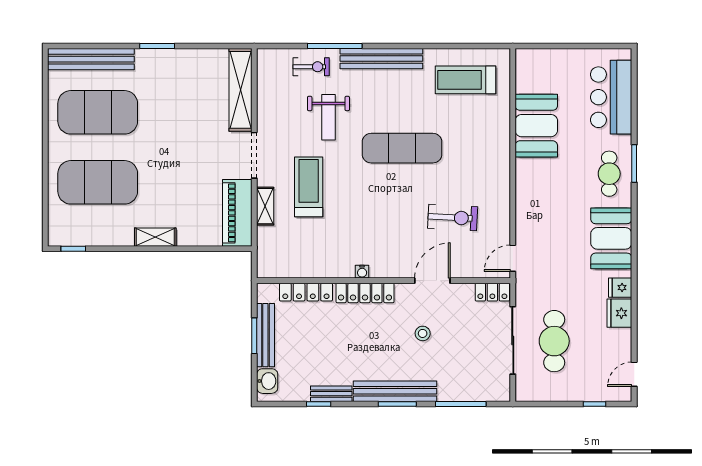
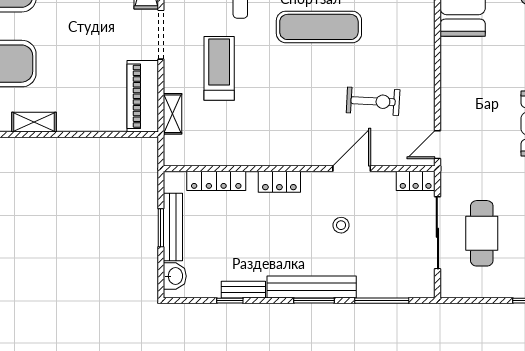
shelving: (265, 206) -> (173, 114), moved
shelving: (155, 237) -> (34, 122), moved
water cooler: (362, 272) -> (276, 159), removed
locker: (365, 293) -> (279, 182), width x0.66

